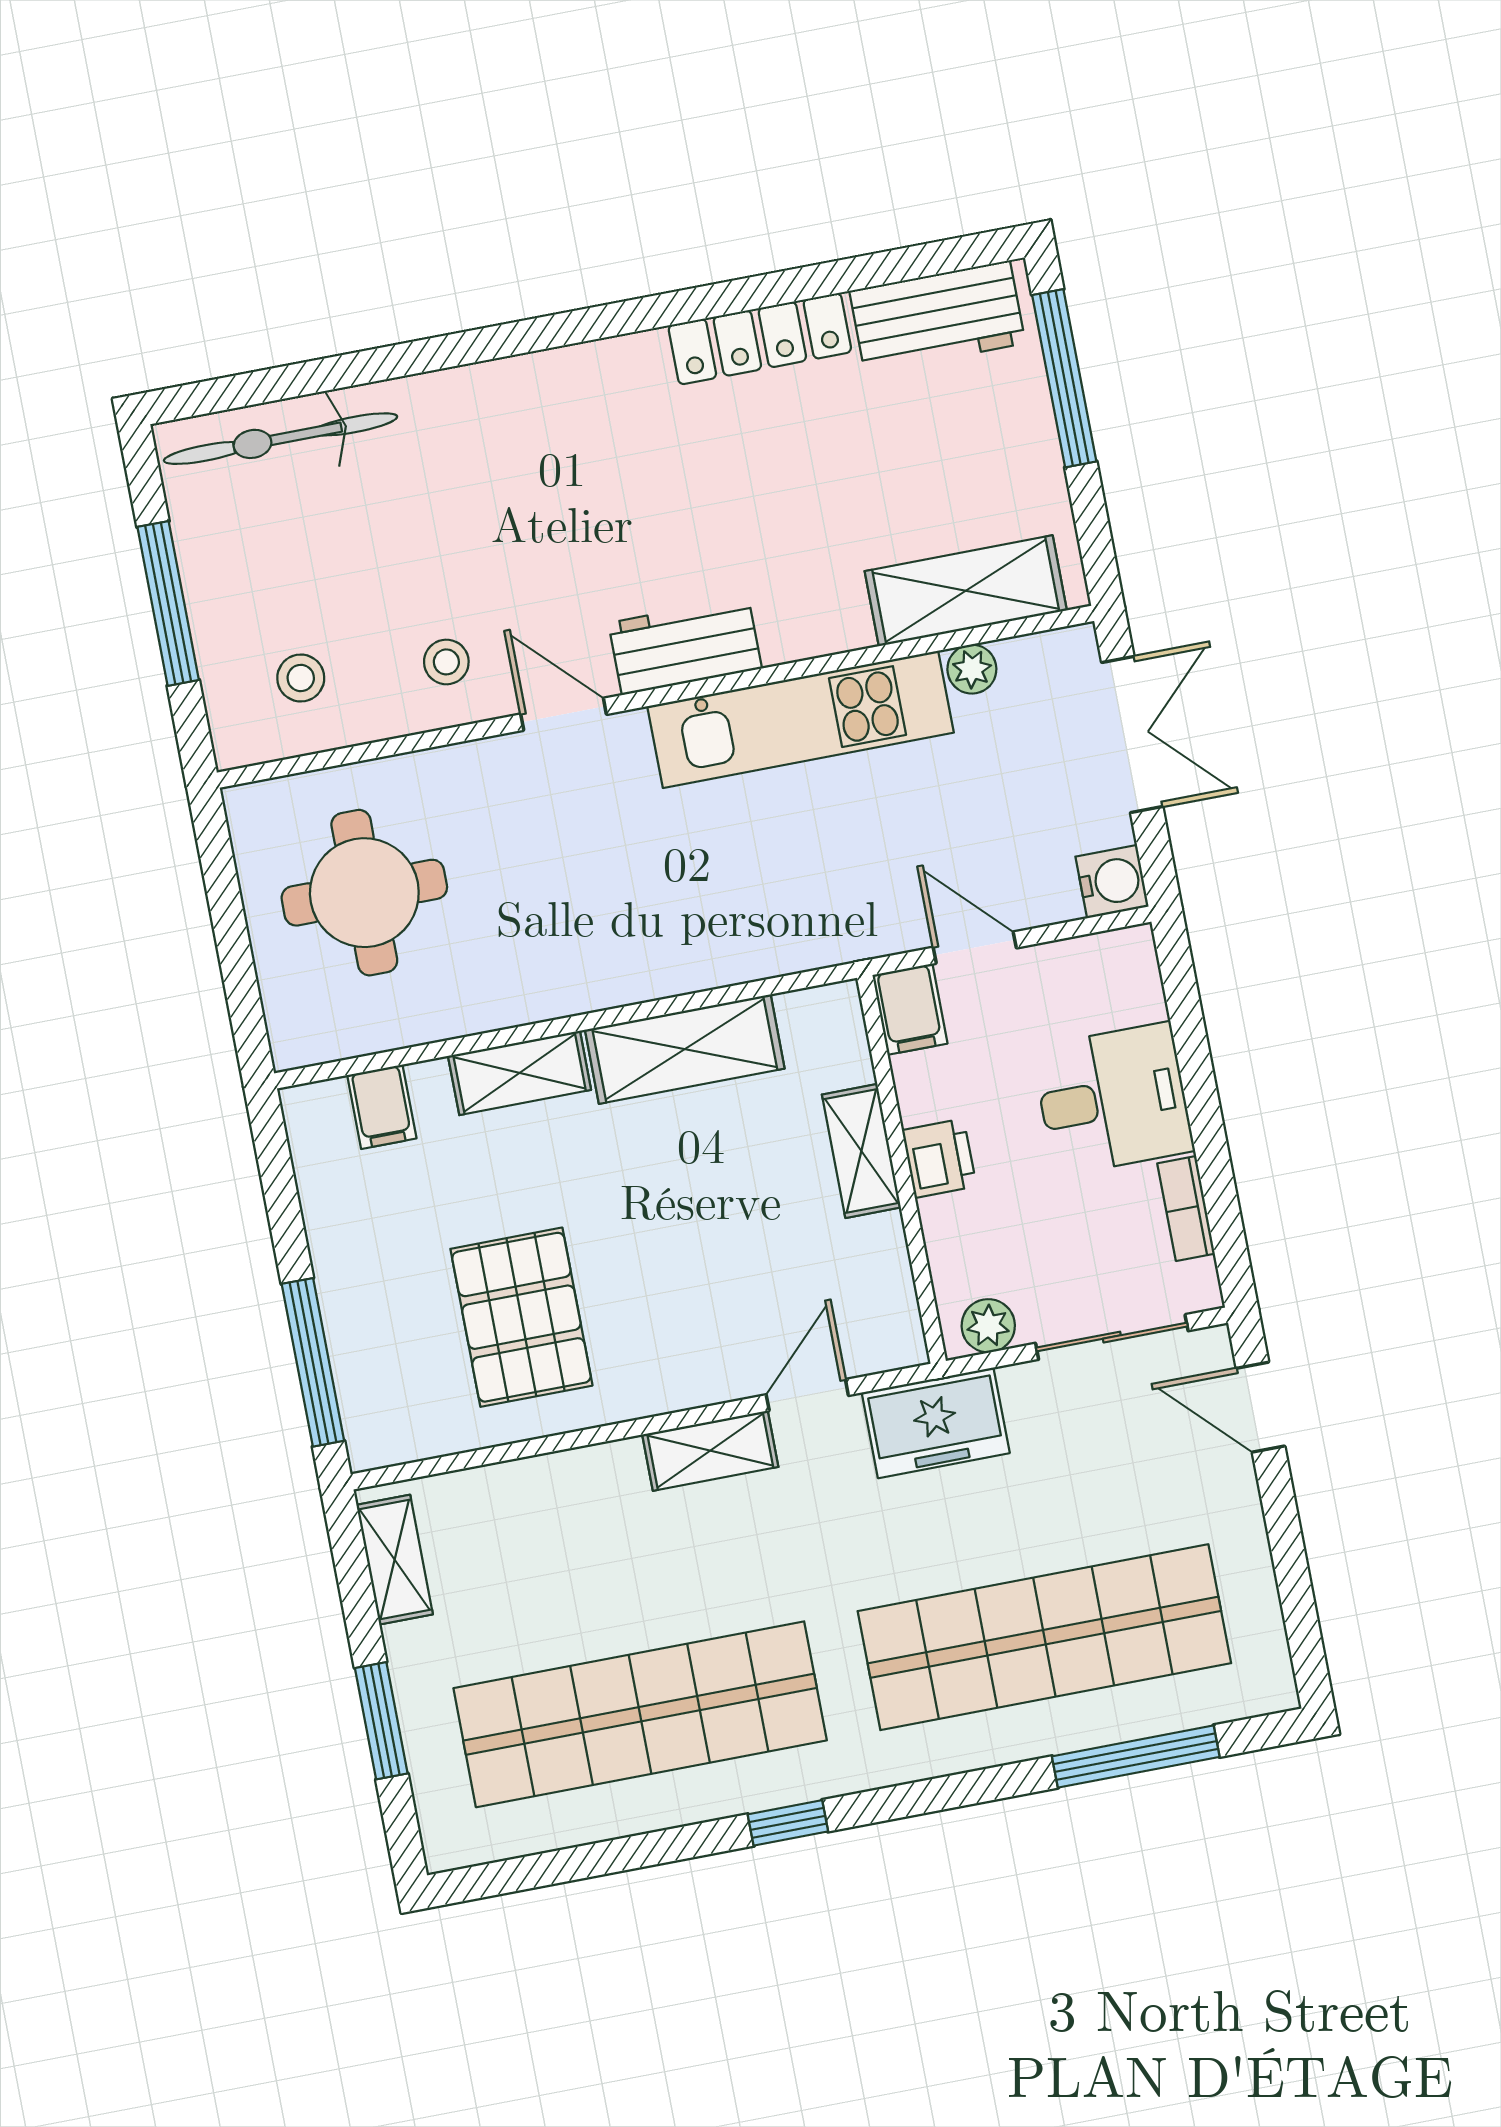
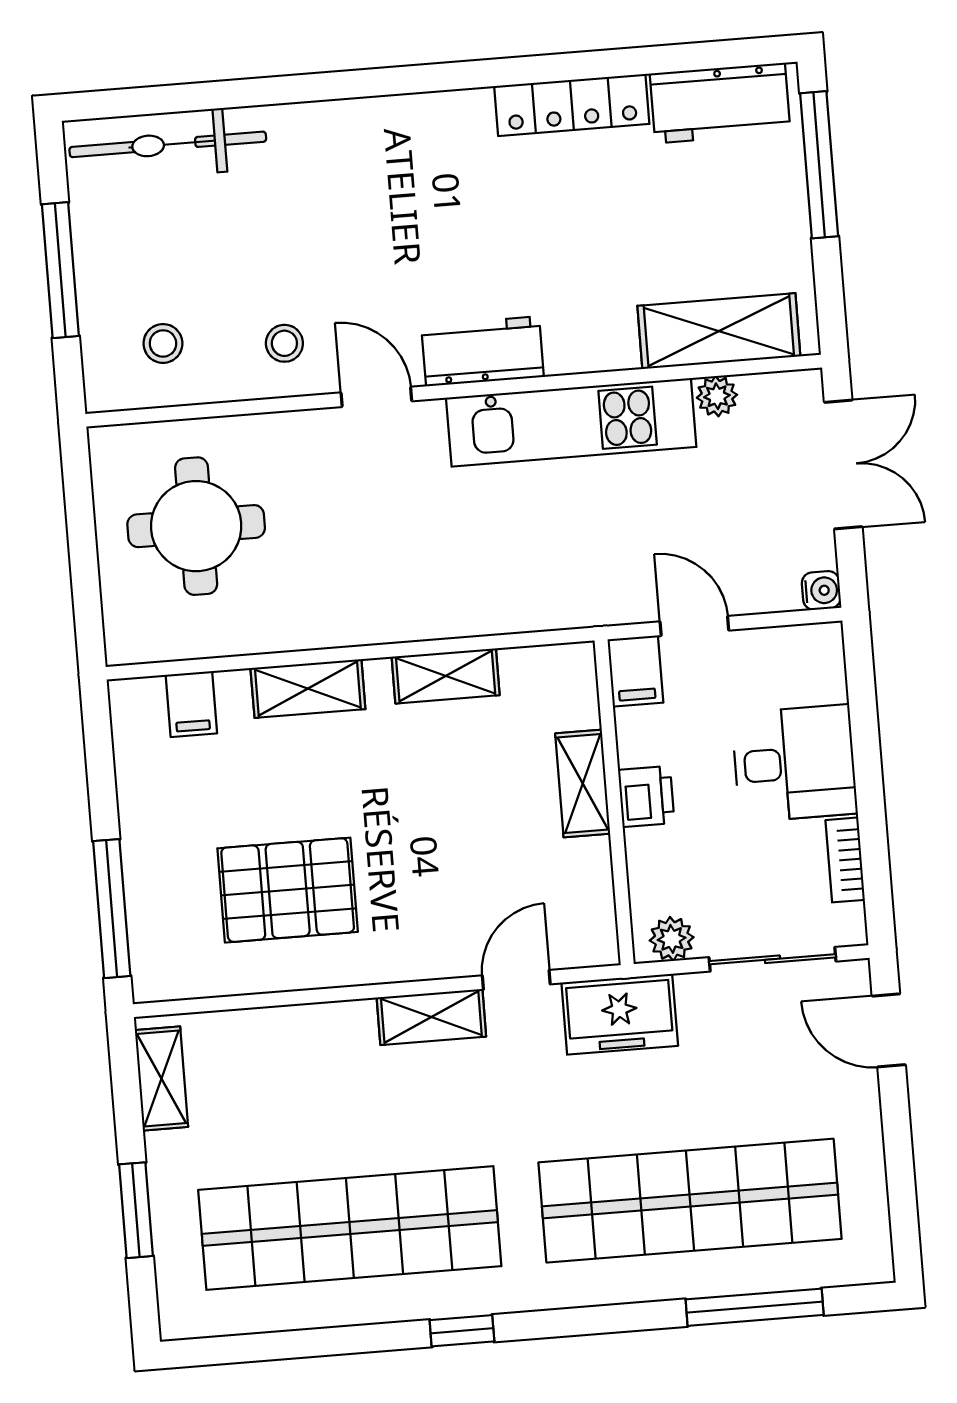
water cooler: (1112, 882) -> (821, 590), width x0.72, depth x0.72
shelving: (685, 1049) -> (446, 676), width x0.67, depth x0.75
pallet: (521, 1317) -> (288, 890), turned 90

